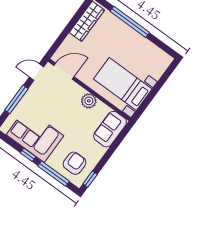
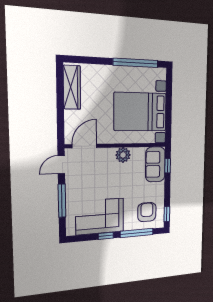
window: (130, 22) -> (136, 63), moved
bed with nightstands: (123, 84) -> (140, 112), width x1.36
window: (120, 139) -> (168, 166), added

